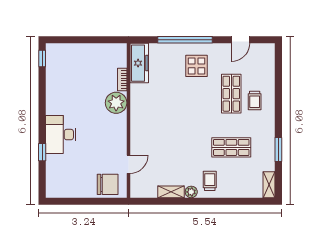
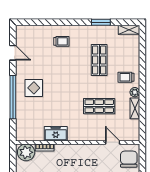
freezer: (139, 63) -> (56, 134), moved, width x0.71
shop shelf: (231, 94) -> (99, 106), moved
plant: (116, 103) -> (26, 152), moved

